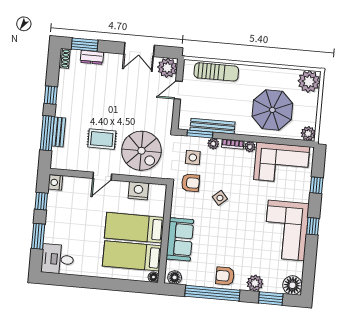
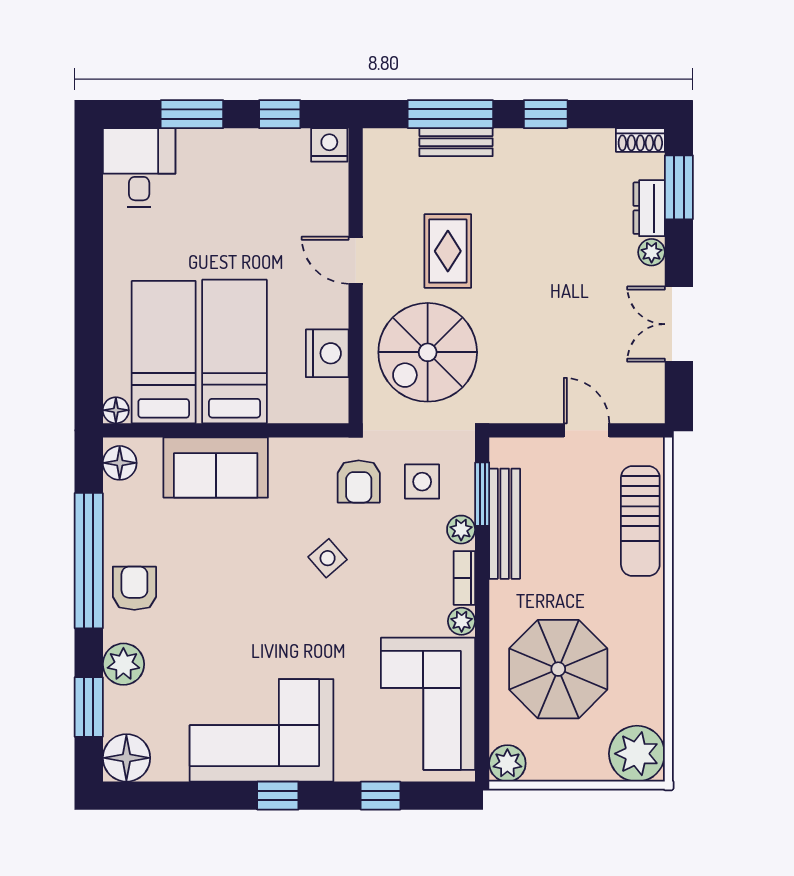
plant: (167, 68) -> (652, 252), moved, width x0.53, depth x0.53

